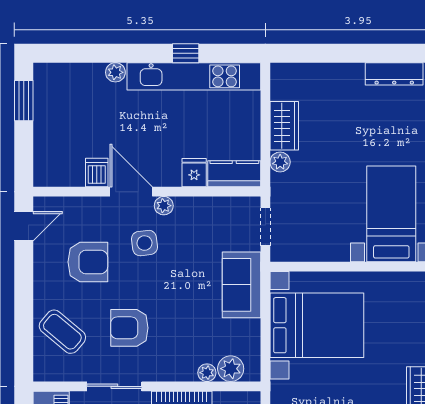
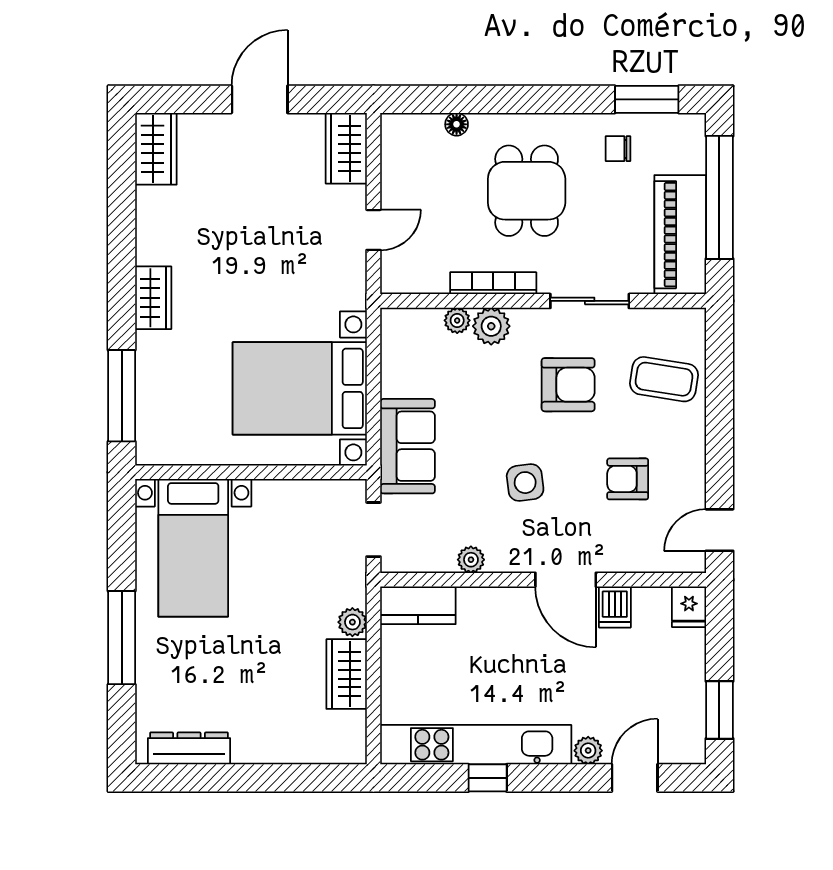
door: (83, 53) -> (635, 778), added
fridge: (194, 173) -> (689, 607), moved
plant: (164, 206) -> (471, 560), moved
side table: (144, 243) -> (525, 483), moved
armchair: (88, 262) -> (628, 479), width x0.72, depth x0.72
coffee table: (62, 332) -> (664, 379), turned -31
plant: (231, 369) -> (491, 326), moved

